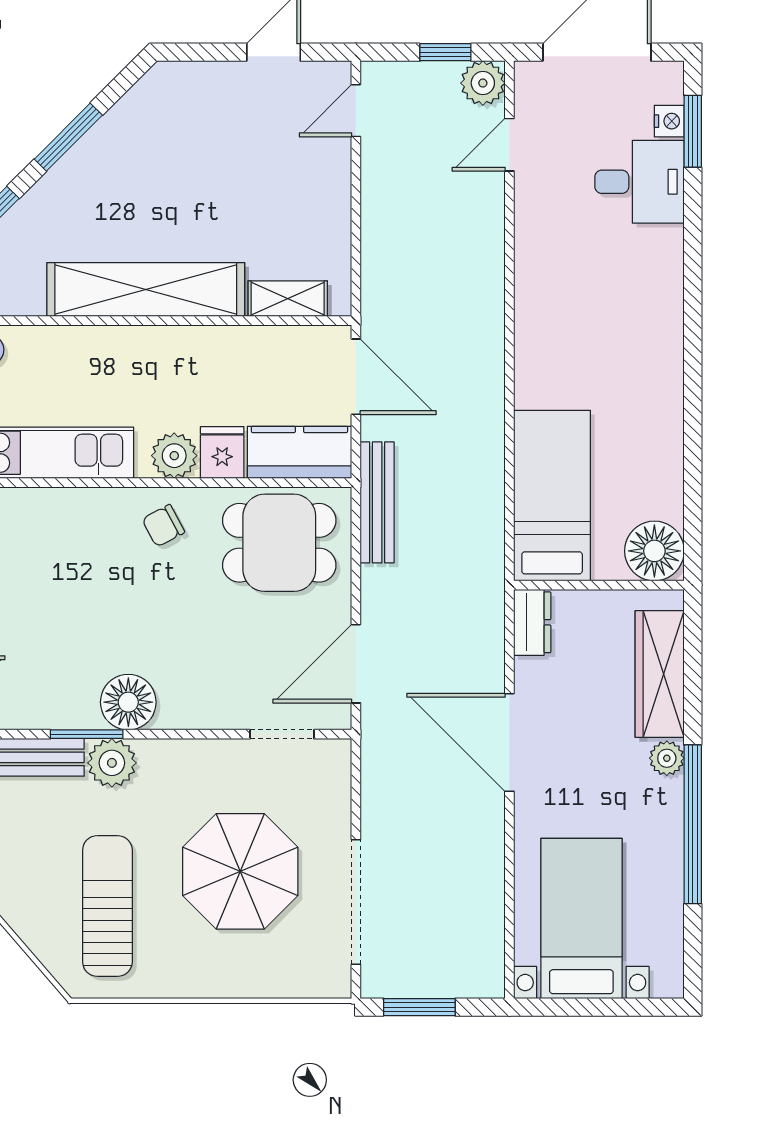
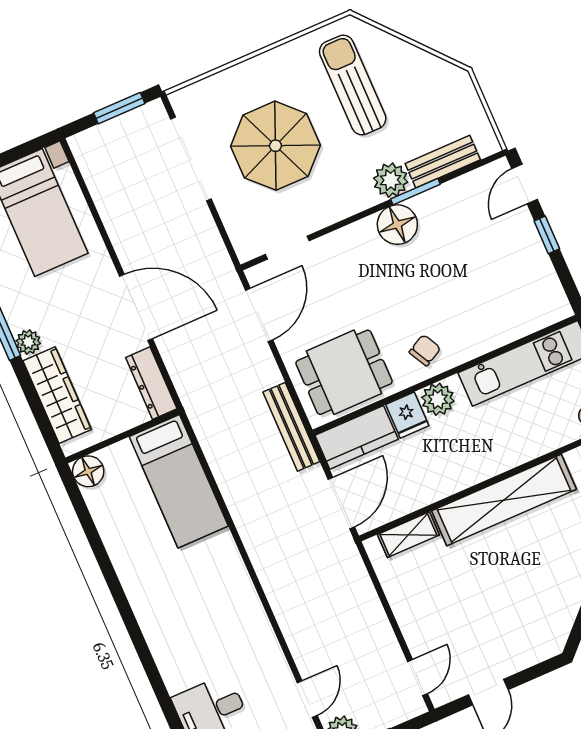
door: (356, 377) -> (341, 503), swing flipped
floor lamp: (654, 551) -> (88, 471), width x0.73, depth x0.73
dresser: (532, 622) -> (151, 383), width x1.44
sun lounger: (107, 906) -> (353, 85), turned 180

